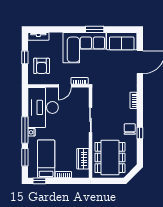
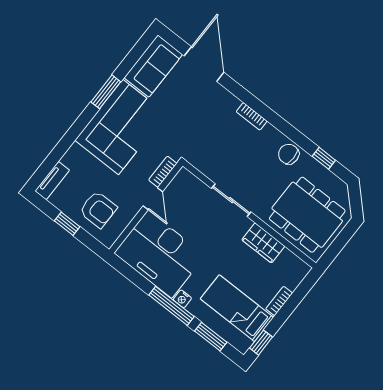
window: (140, 133) -> (324, 158), moved
wardrobe: (83, 159) -> (263, 243), moved

